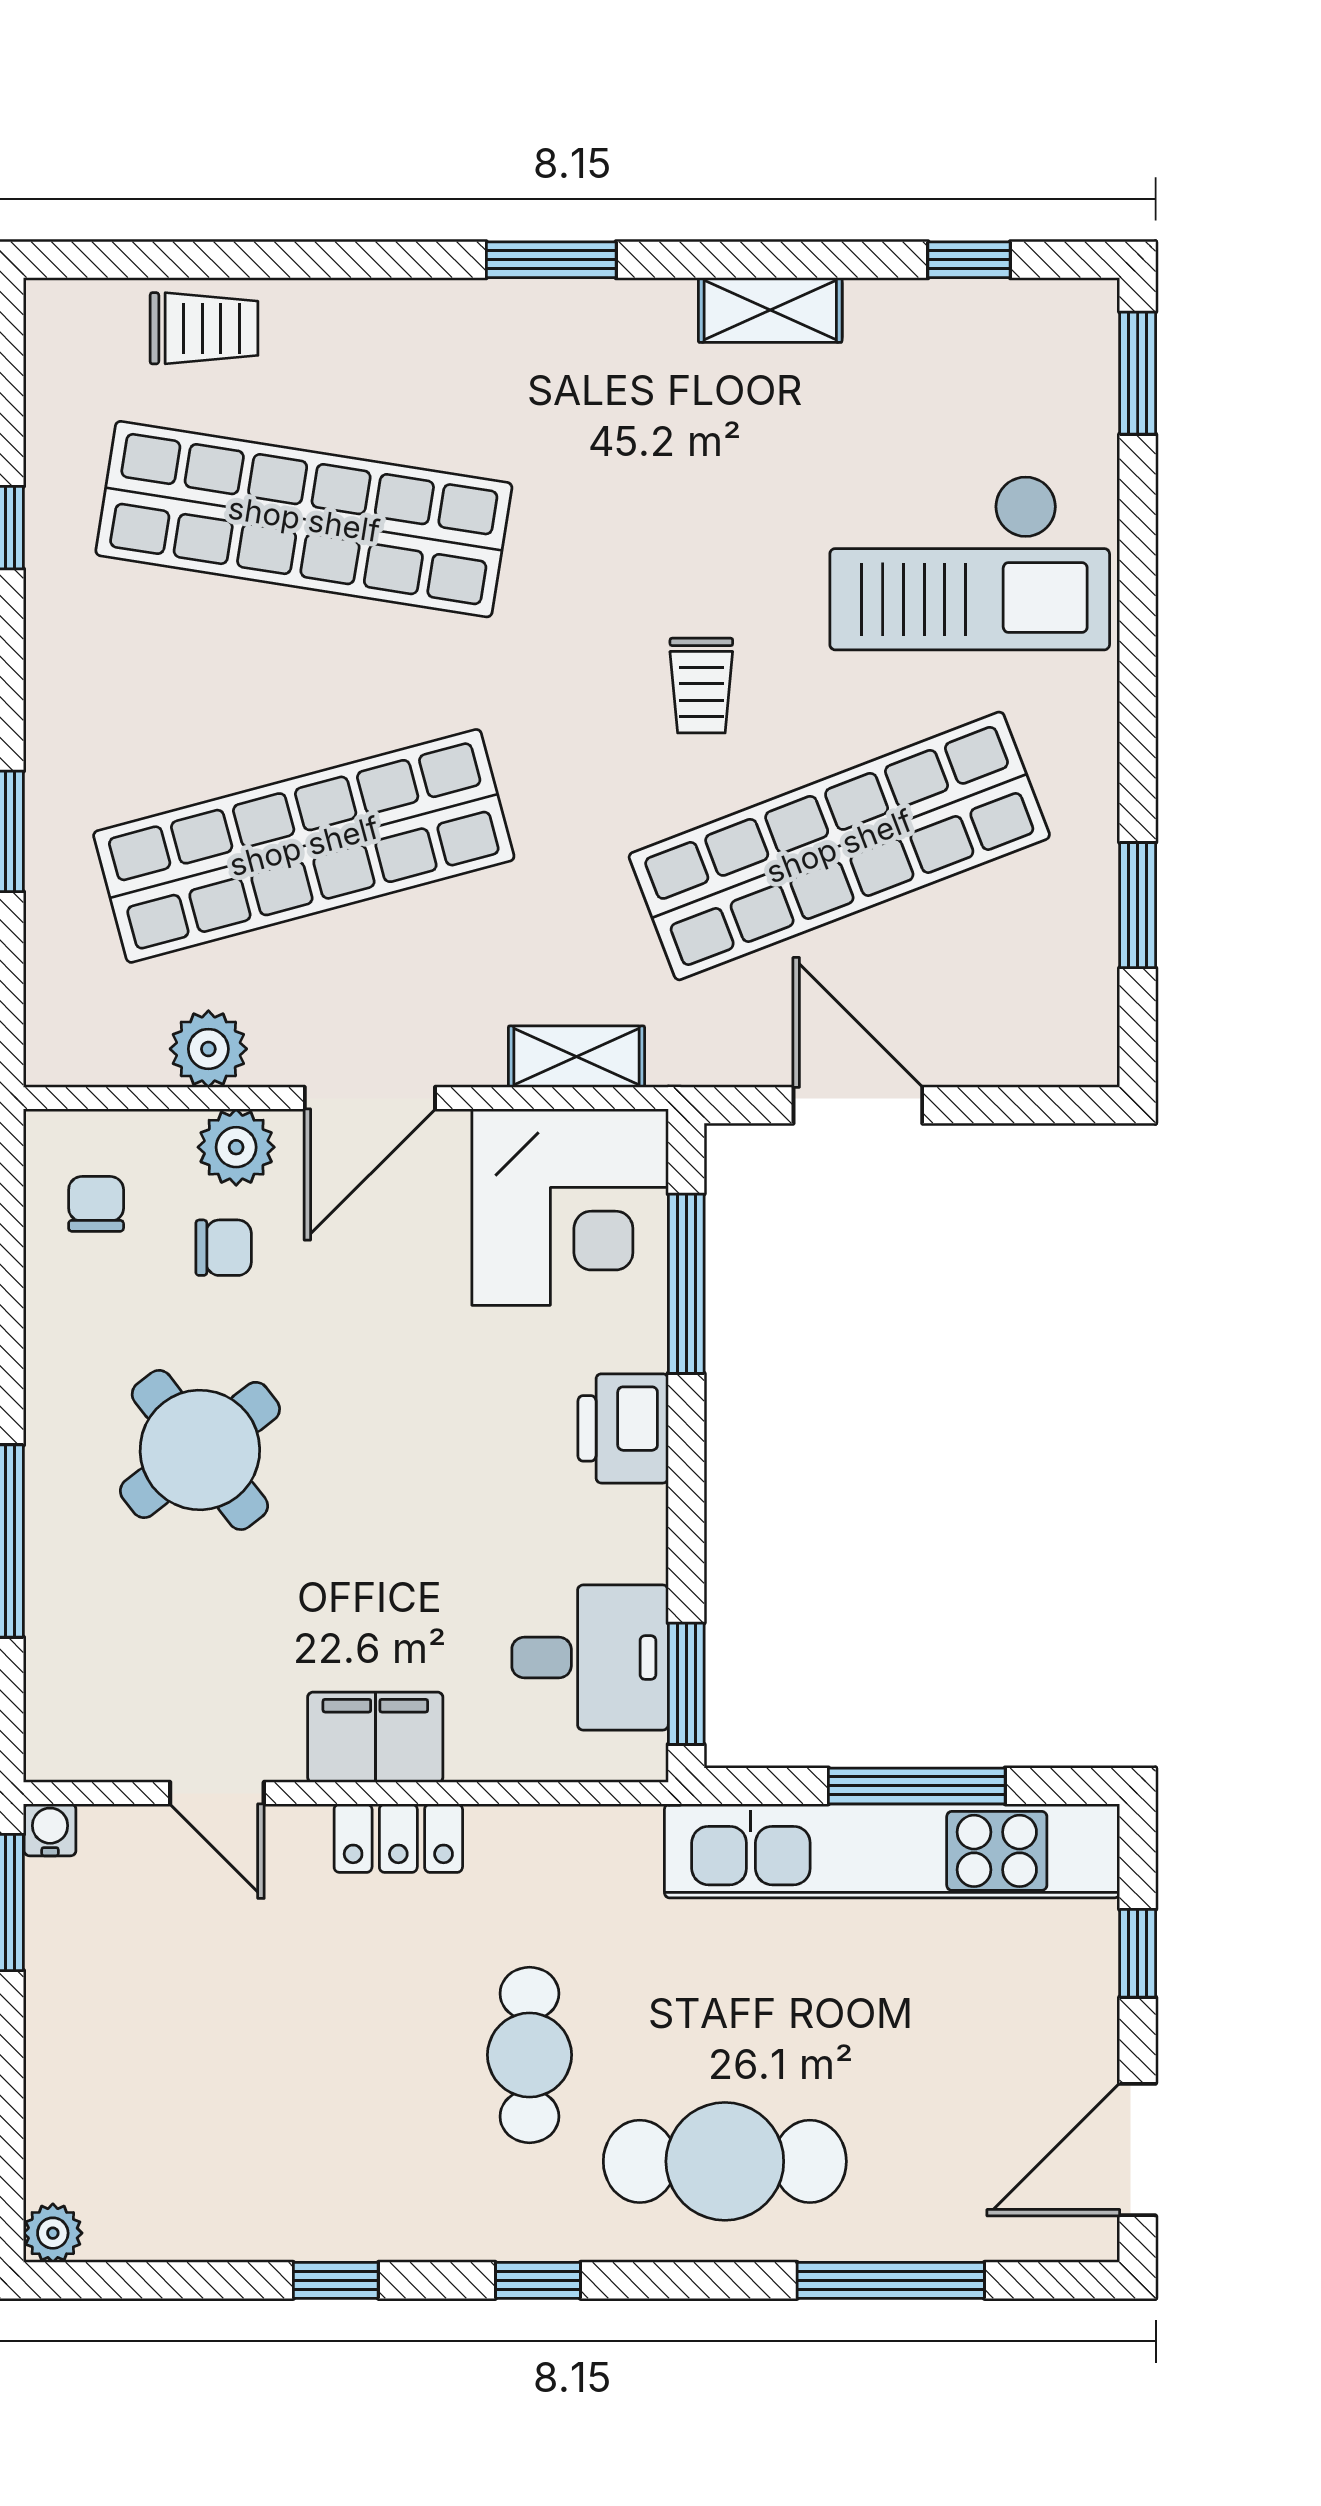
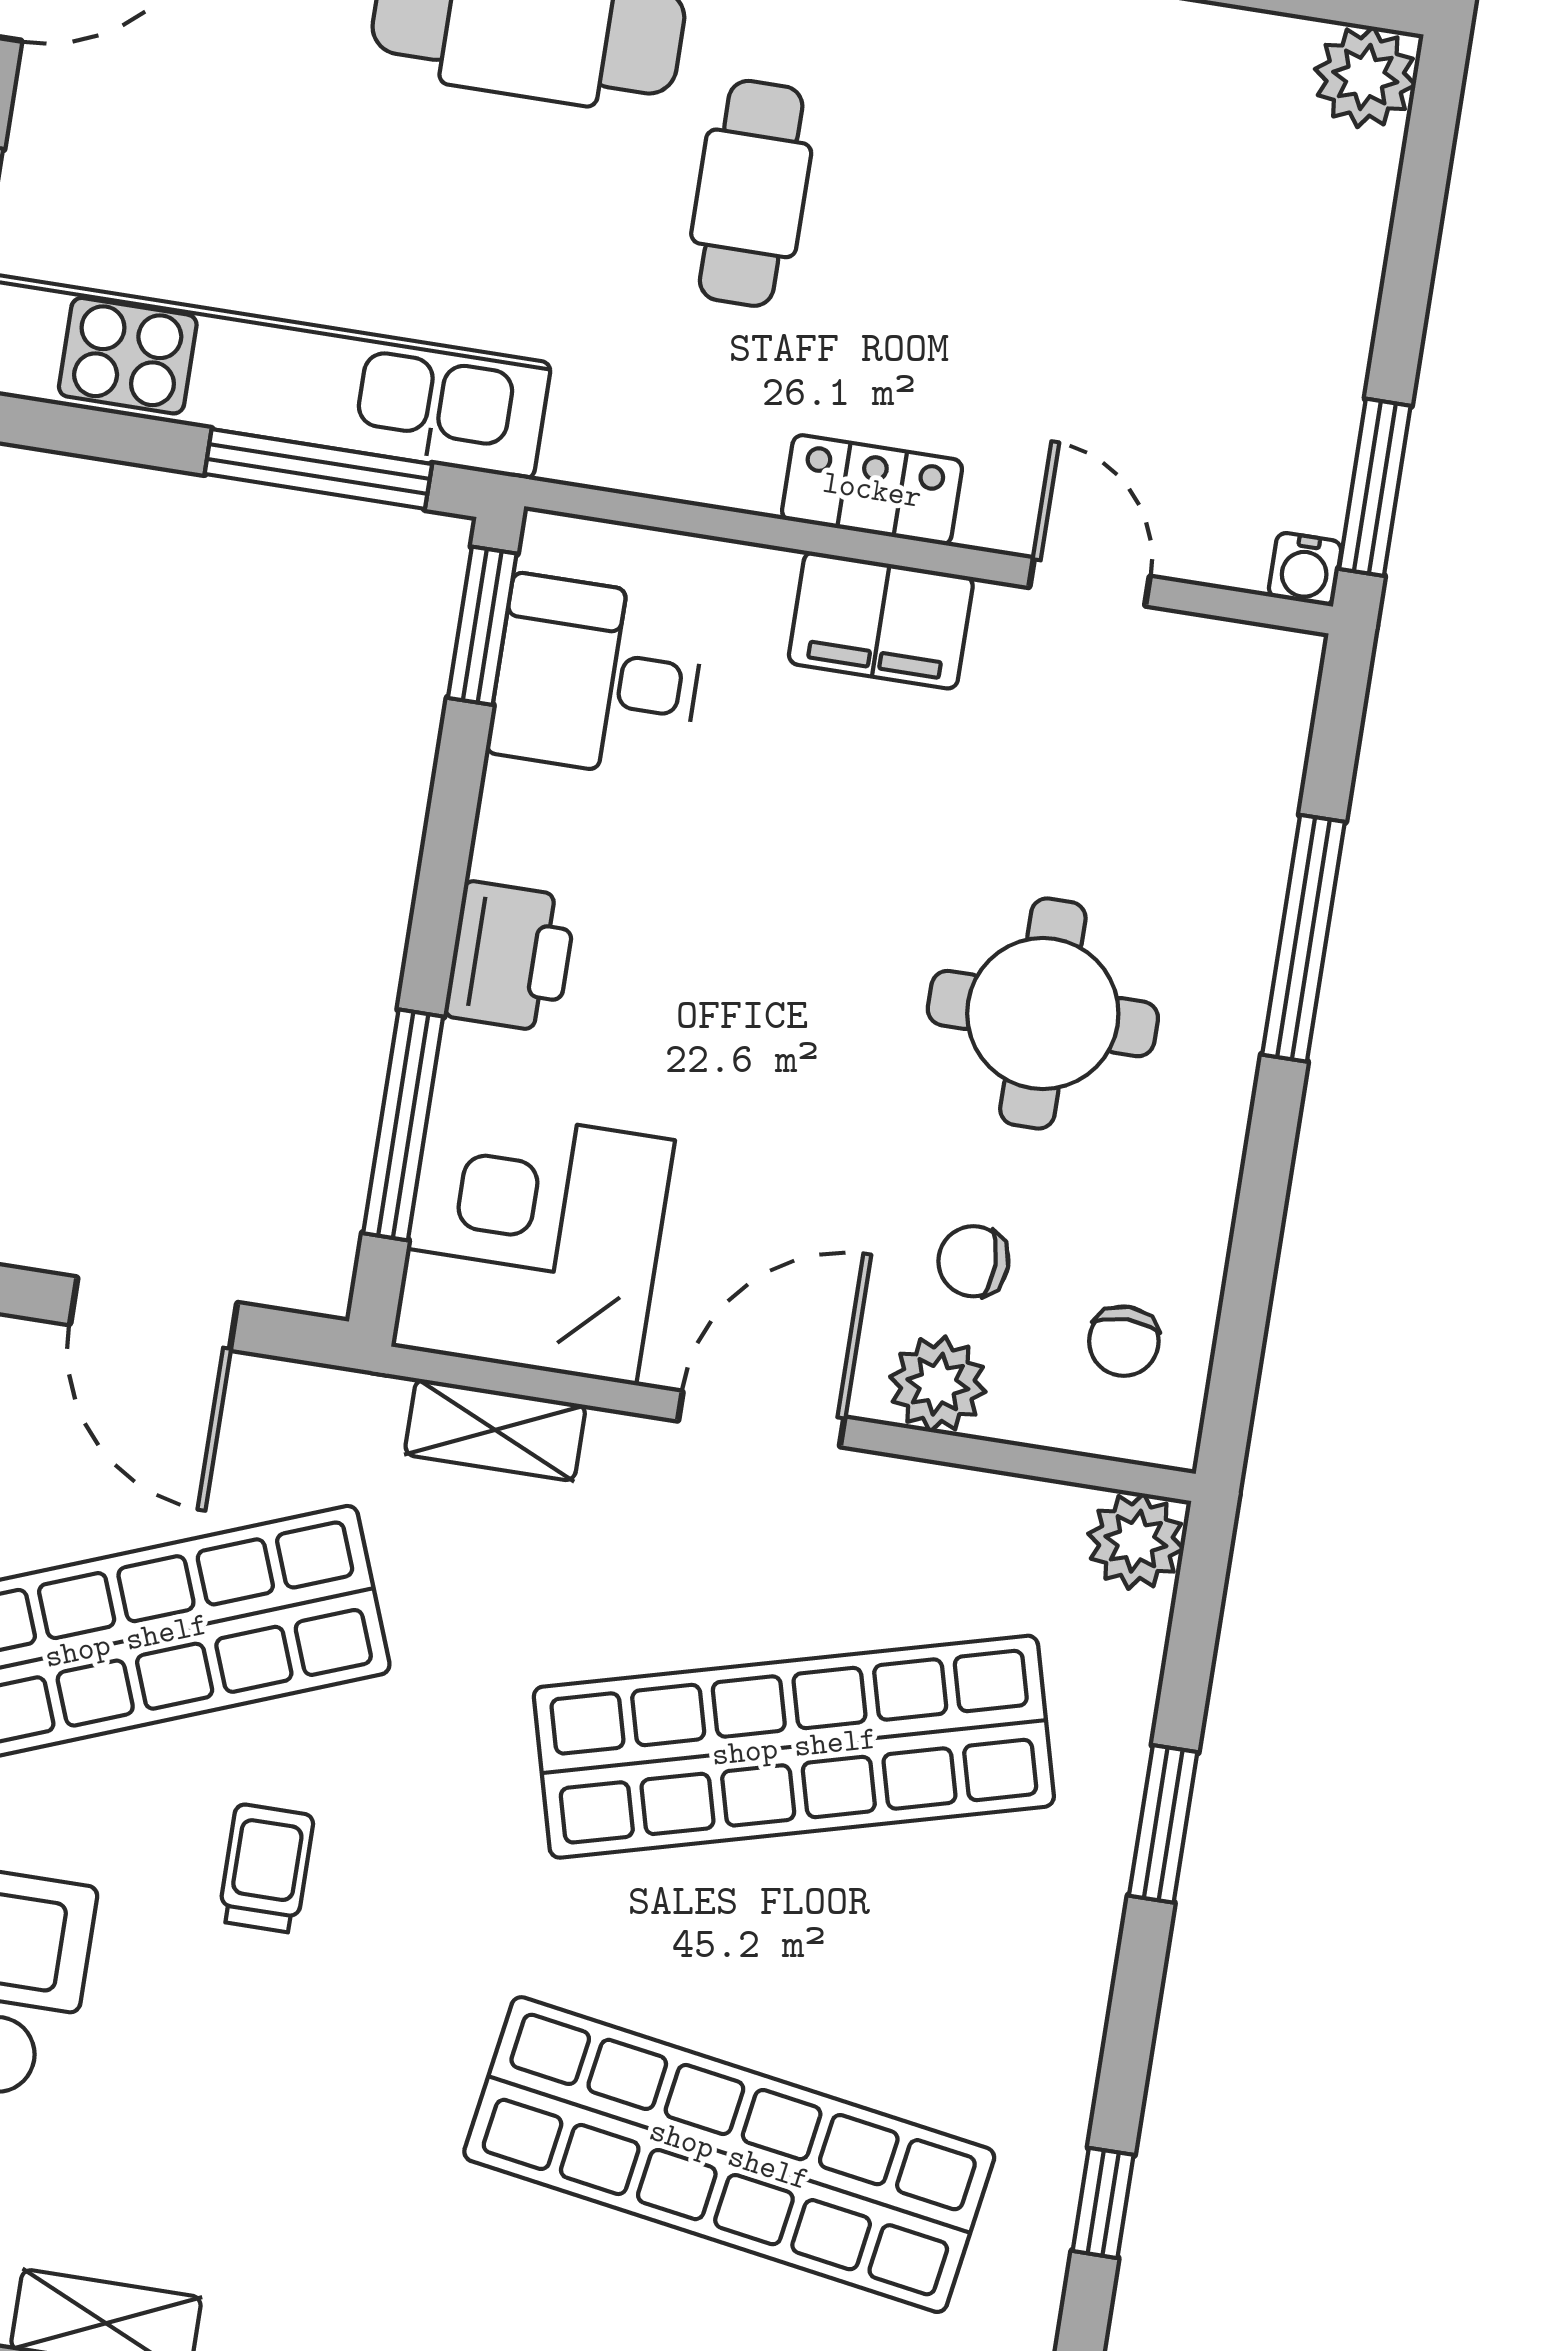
plant: (208, 1049) -> (1136, 1541), moved
round table: (200, 1450) -> (1043, 1014), turned 38
window: (917, 1786) -> (318, 469), moved
plant: (53, 2233) -> (1365, 77), width x1.38, depth x1.38

